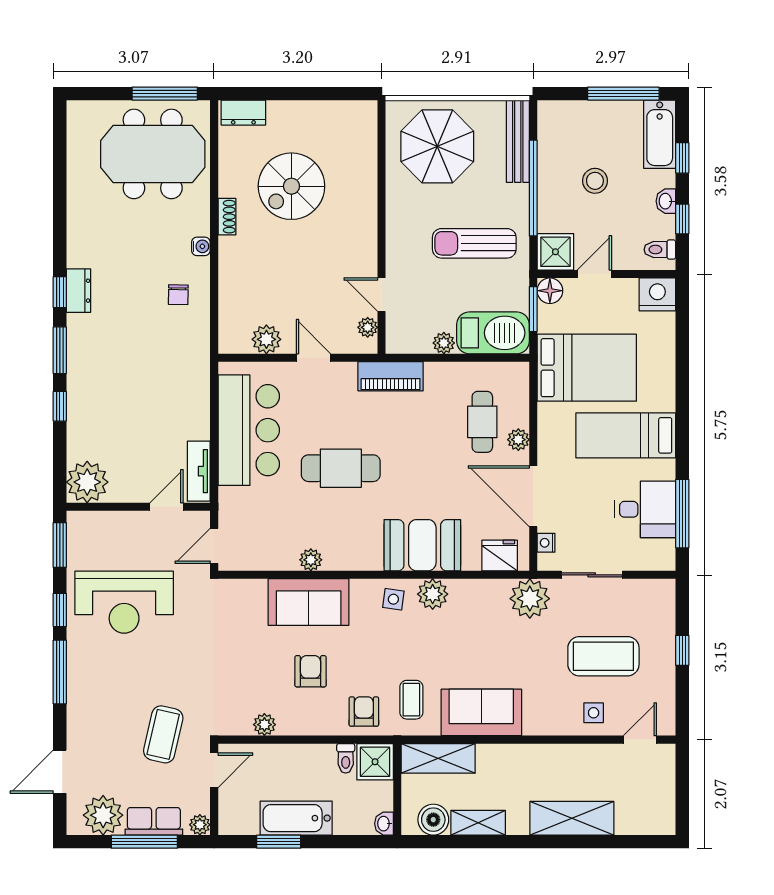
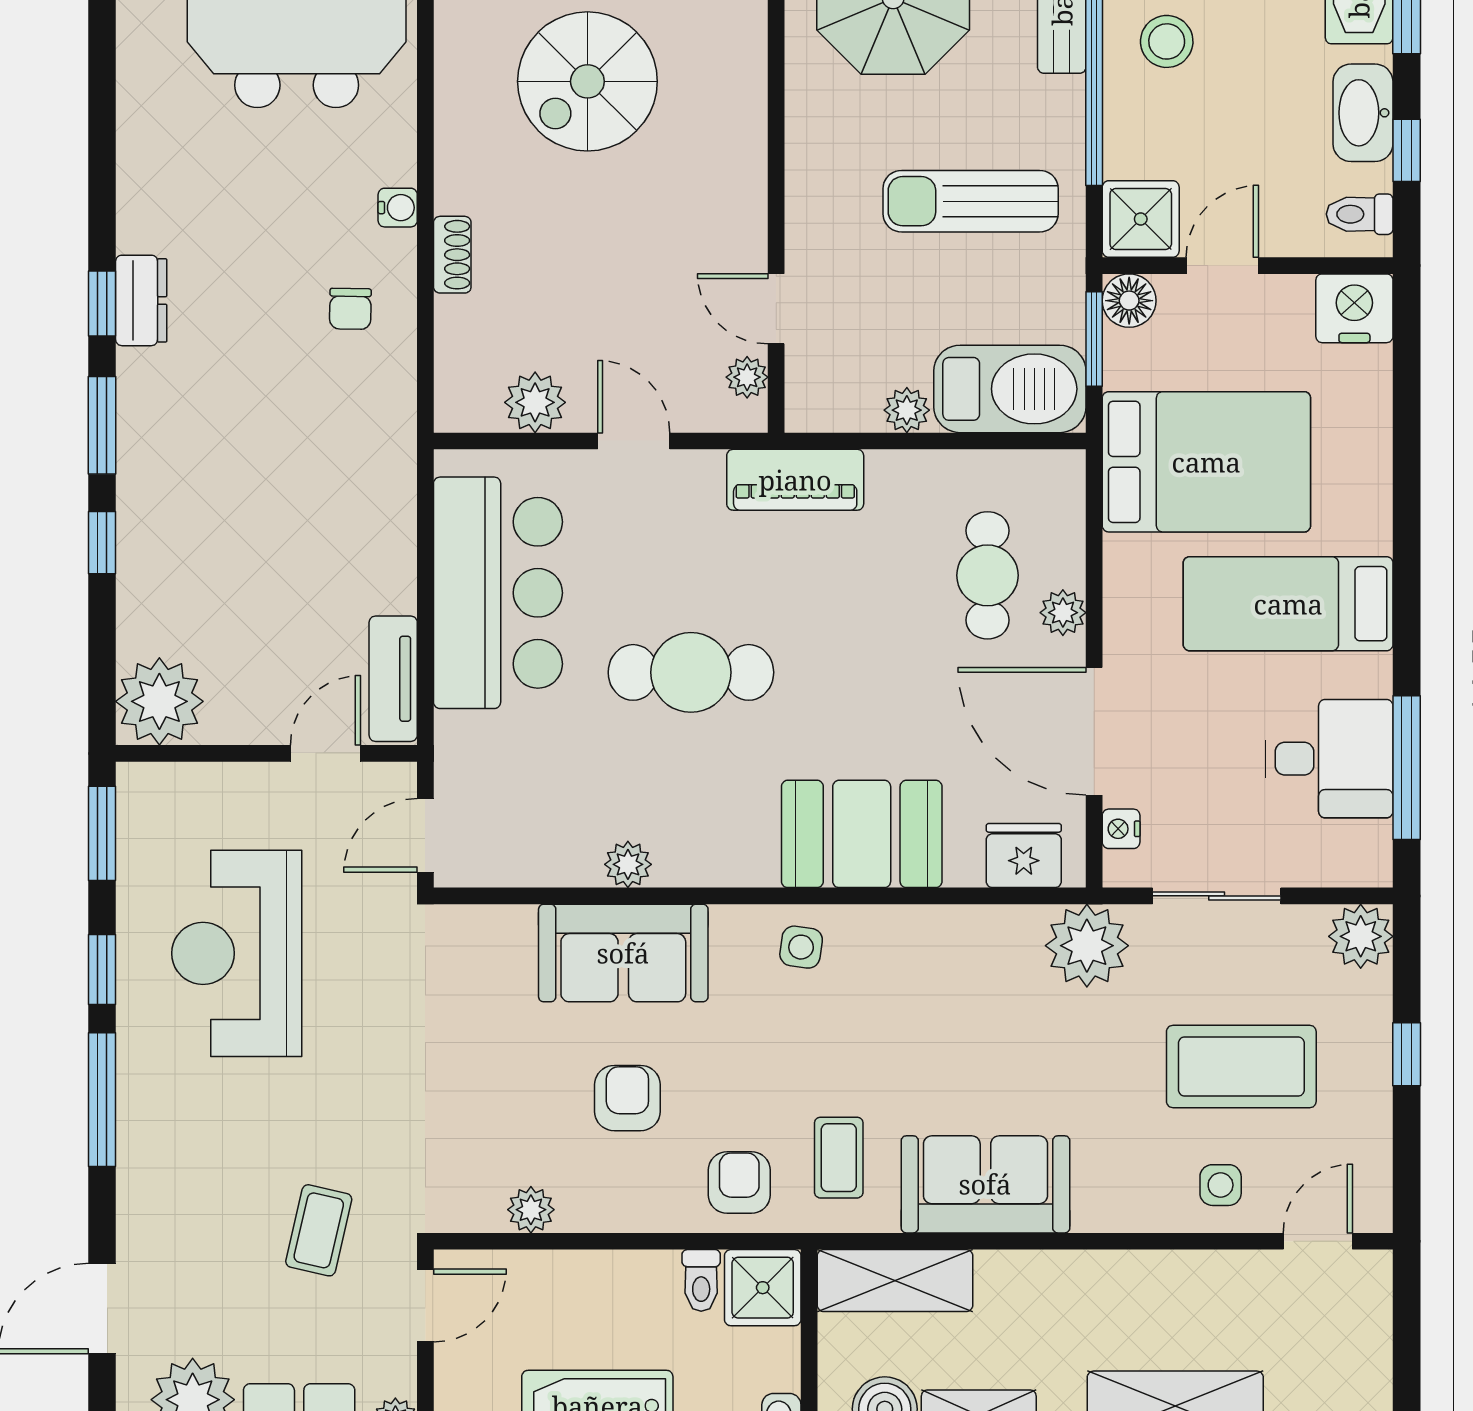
stool: (595, 181) -> (1167, 41), moved
washbasin: (666, 201) -> (1363, 113), width x1.91, depth x1.45
shoe rack: (227, 217) -> (452, 255), moved
plant: (433, 594) -> (1361, 936), moved
reception desk: (124, 602) -> (237, 953), turned 90
coffee table: (163, 734) -> (319, 1230), width x0.73, depth x0.77

